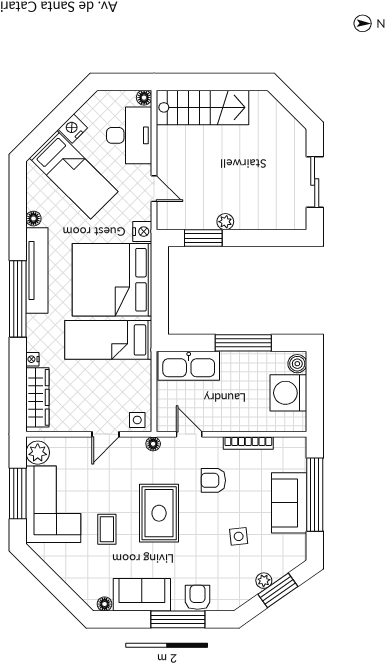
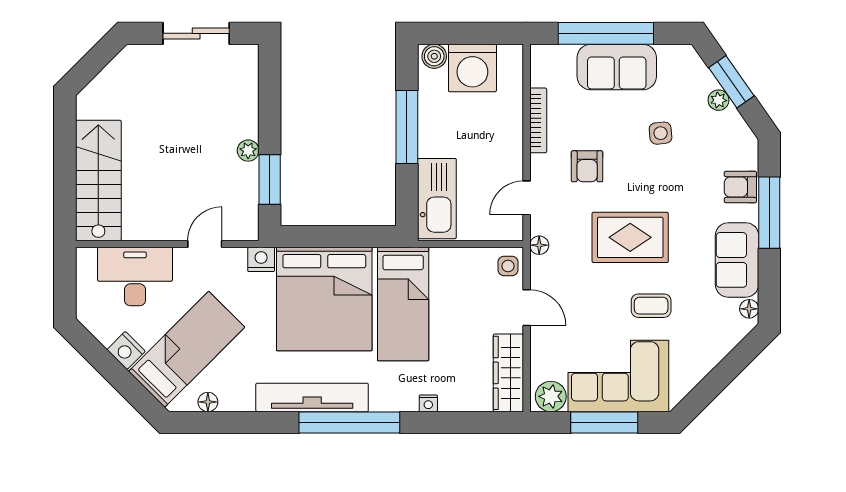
floor lamp: (144, 98) -> (86, 257), removed
floor lamp: (33, 219) -> (208, 402), moved
wardrobe: (37, 397) -> (508, 373), moved, turned -90

